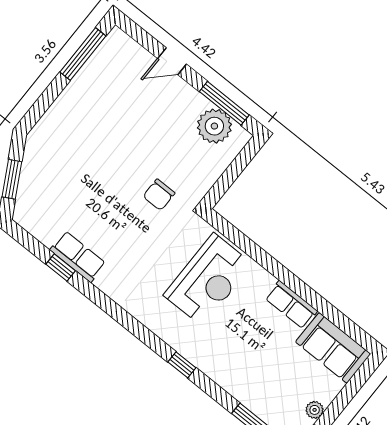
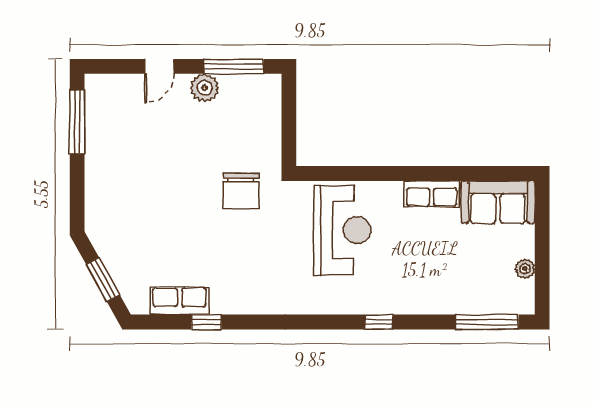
plant: (214, 126) -> (205, 88), moved, width x0.73, depth x0.73
chair: (159, 195) -> (241, 191), width x1.37, depth x1.37
row of seats: (78, 257) -> (179, 301), moved

